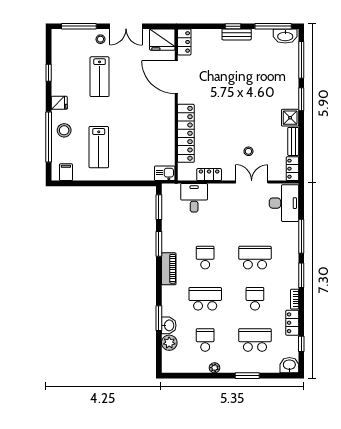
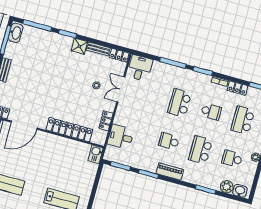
desk: (284, 203) -> (140, 68), width x0.73
school desk: (255, 299) -> (211, 112), turned 180
washbasin: (169, 325) -> (240, 191), moved

